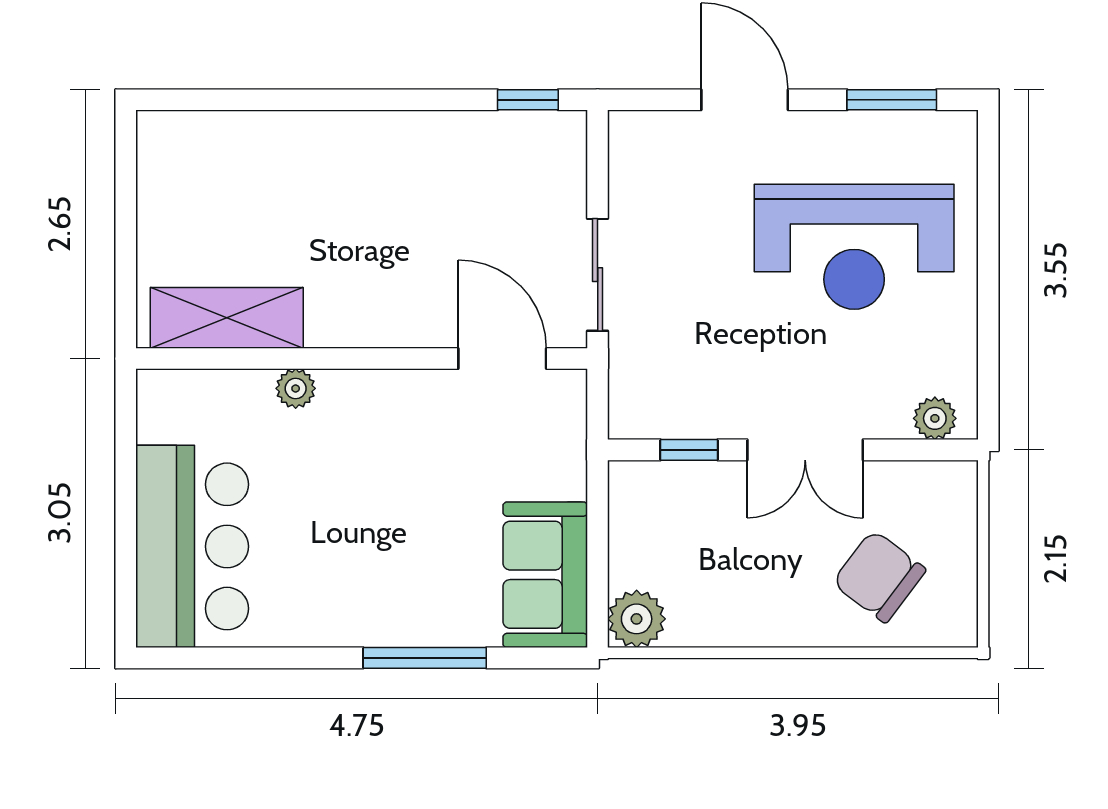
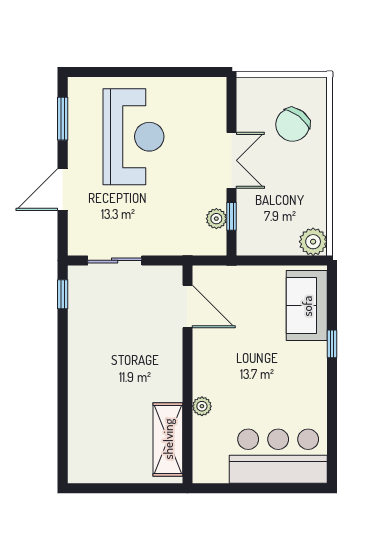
sliding door: (598, 275) -> (115, 260), moved
door: (502, 359) -> (187, 306), swing flipped
plant: (935, 418) -> (216, 219), moved
sofa: (545, 575) -> (307, 306), moved, turned 90
window: (425, 658) -> (332, 344), width x0.46

